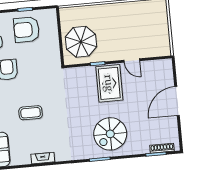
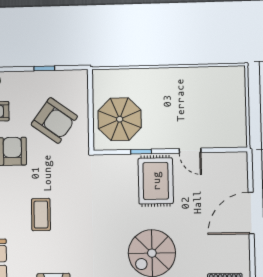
armchair: (27, 30) -> (54, 120), moved, turned -144
coffee table: (31, 113) -> (41, 215), turned 90

